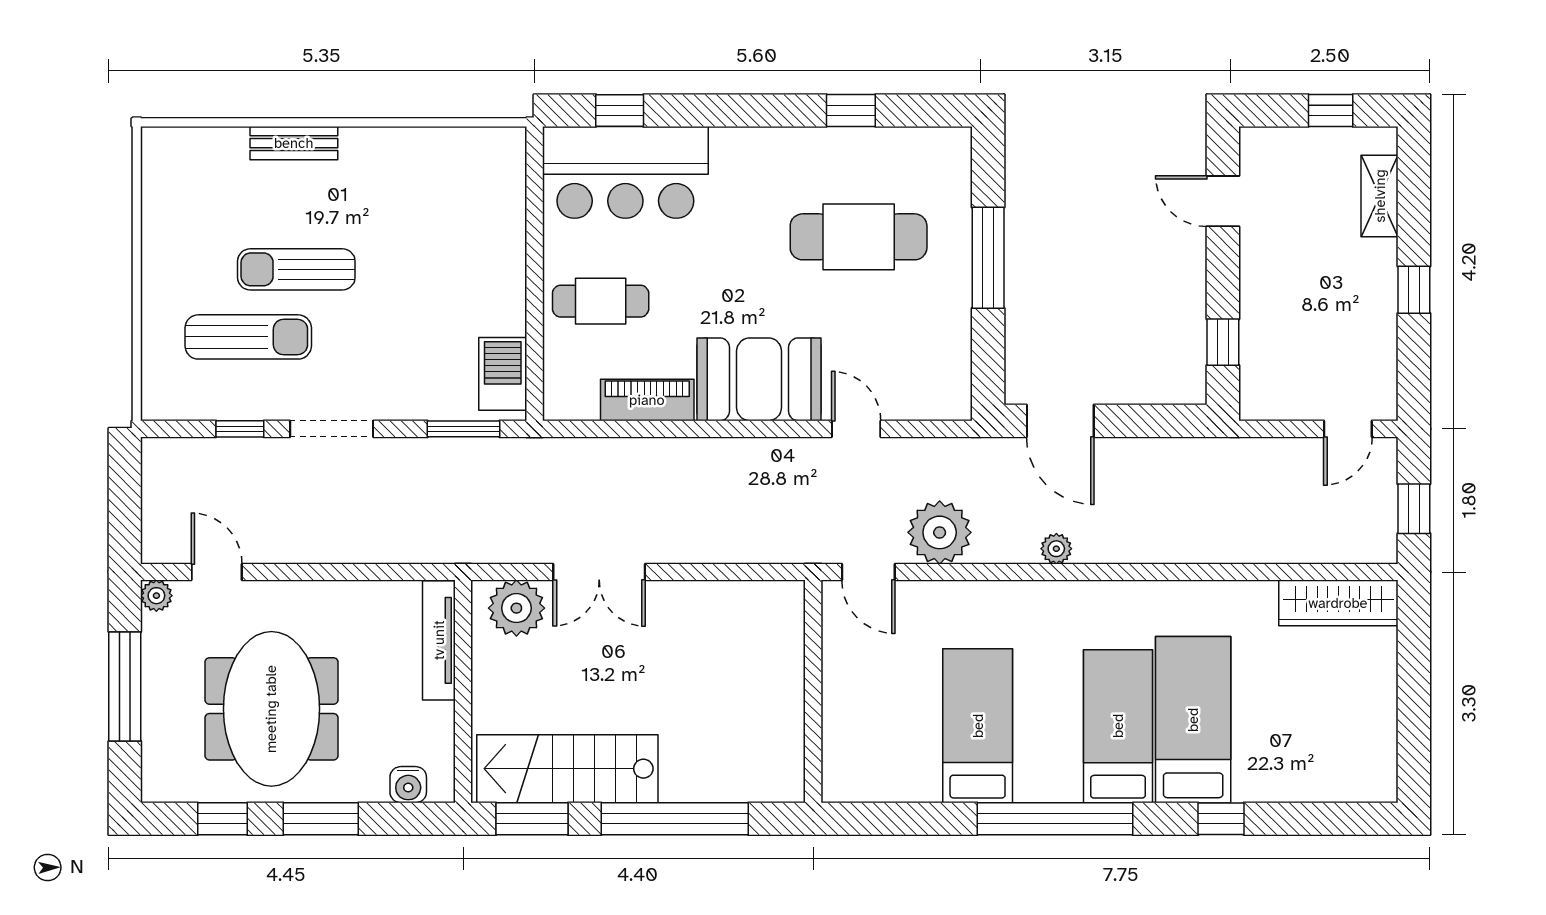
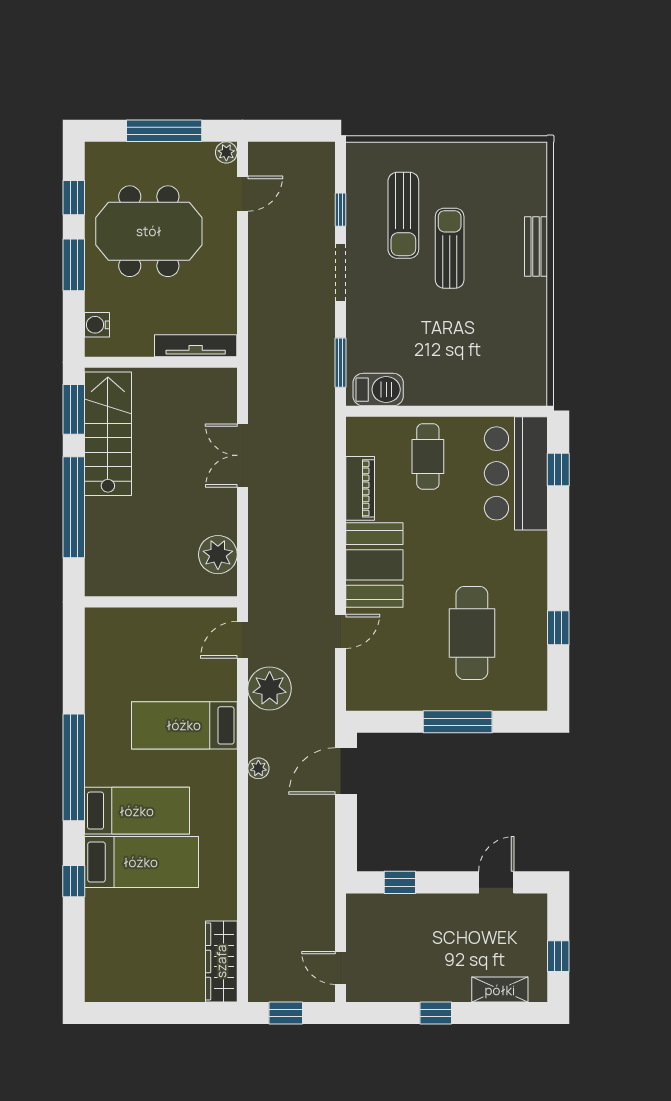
plant: (516, 608) -> (218, 555), moved
bed: (978, 726) -> (184, 725), moved, turned 180

